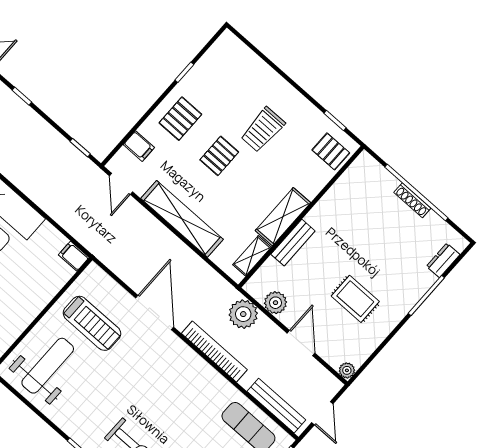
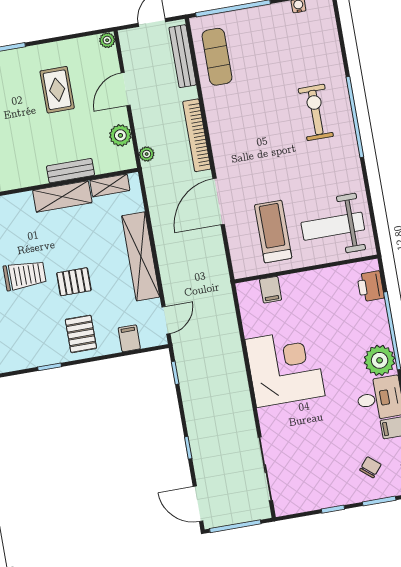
pallet: (180, 119) -> (81, 334), turned 90
filing cabinet: (74, 256) -> (271, 290), moved
plant: (243, 314) -> (147, 154), width x0.53, depth x0.53

